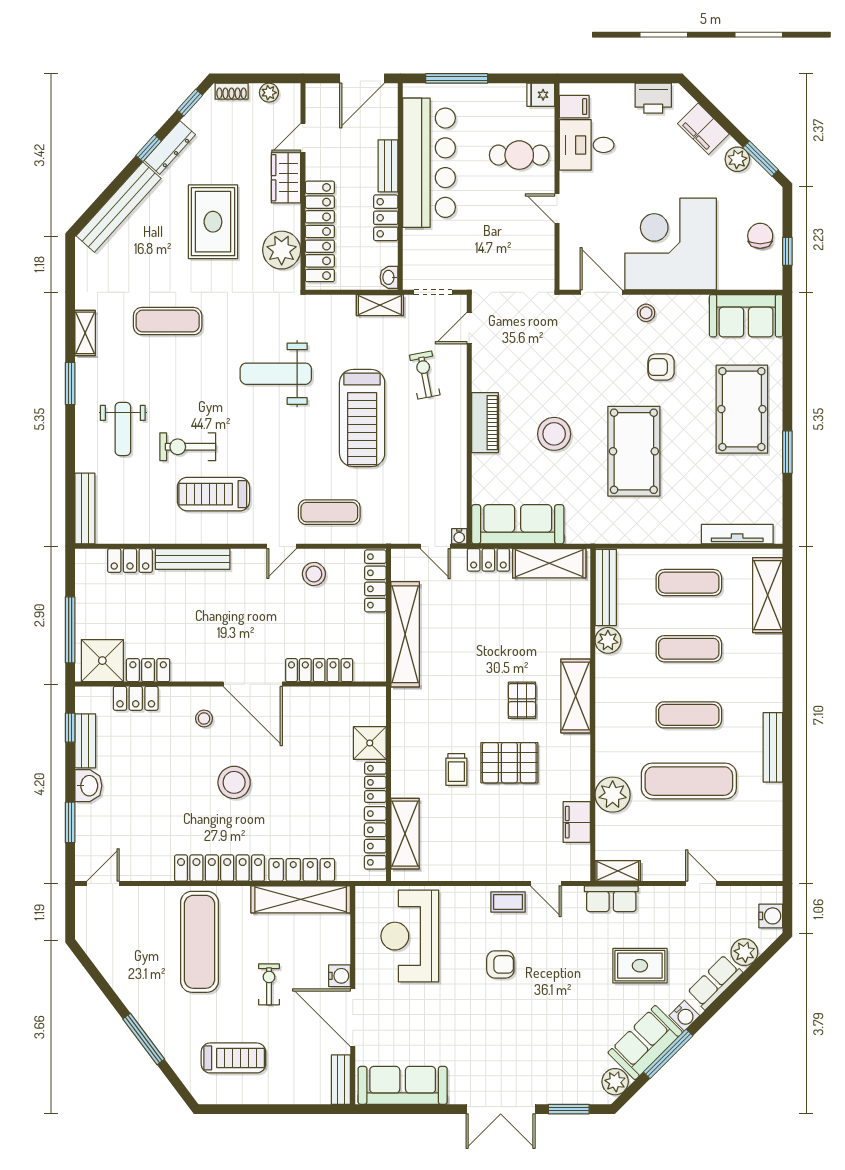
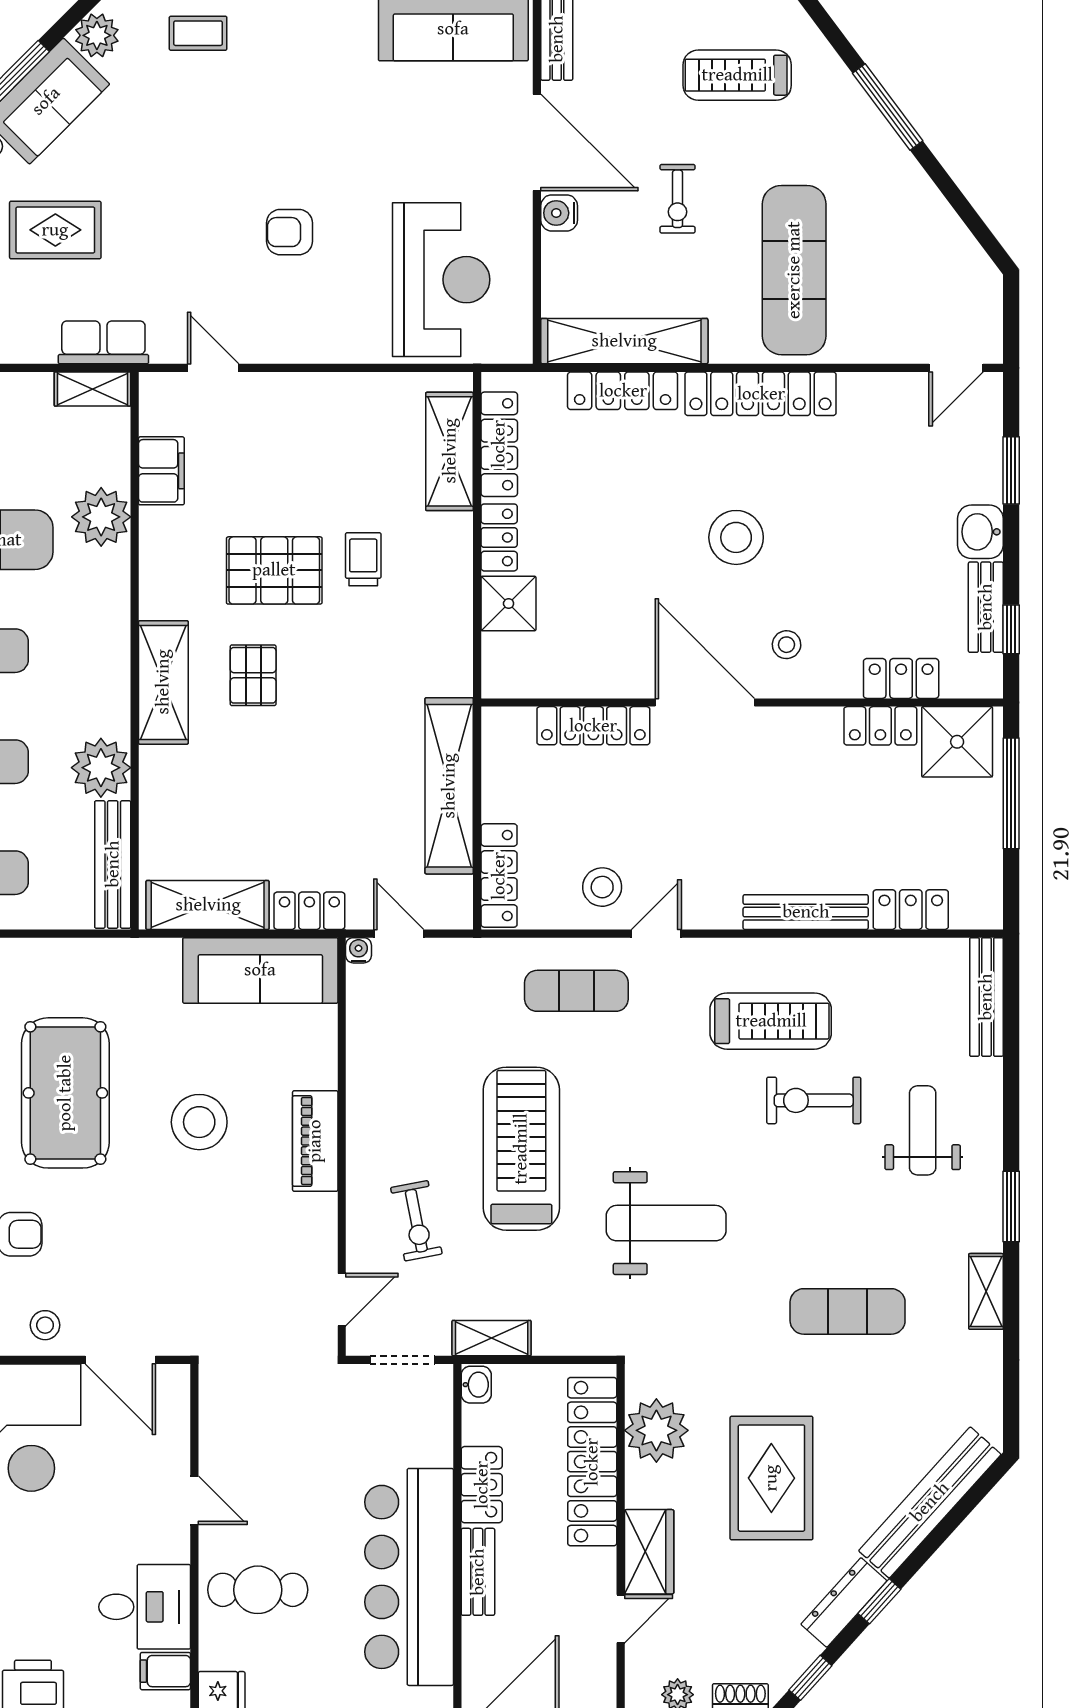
exercise bike: (188, 447) -> (814, 1100), turned 180
plant: (608, 640) -> (101, 768), width x1.36, depth x1.36
coffee table: (508, 902) -> (198, 33), moved

